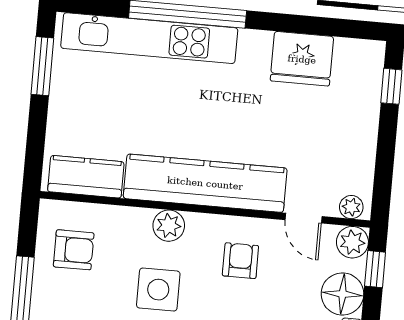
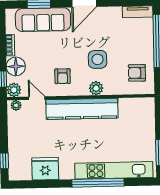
kitchen counter: (86, 177) -> (135, 106), removed

